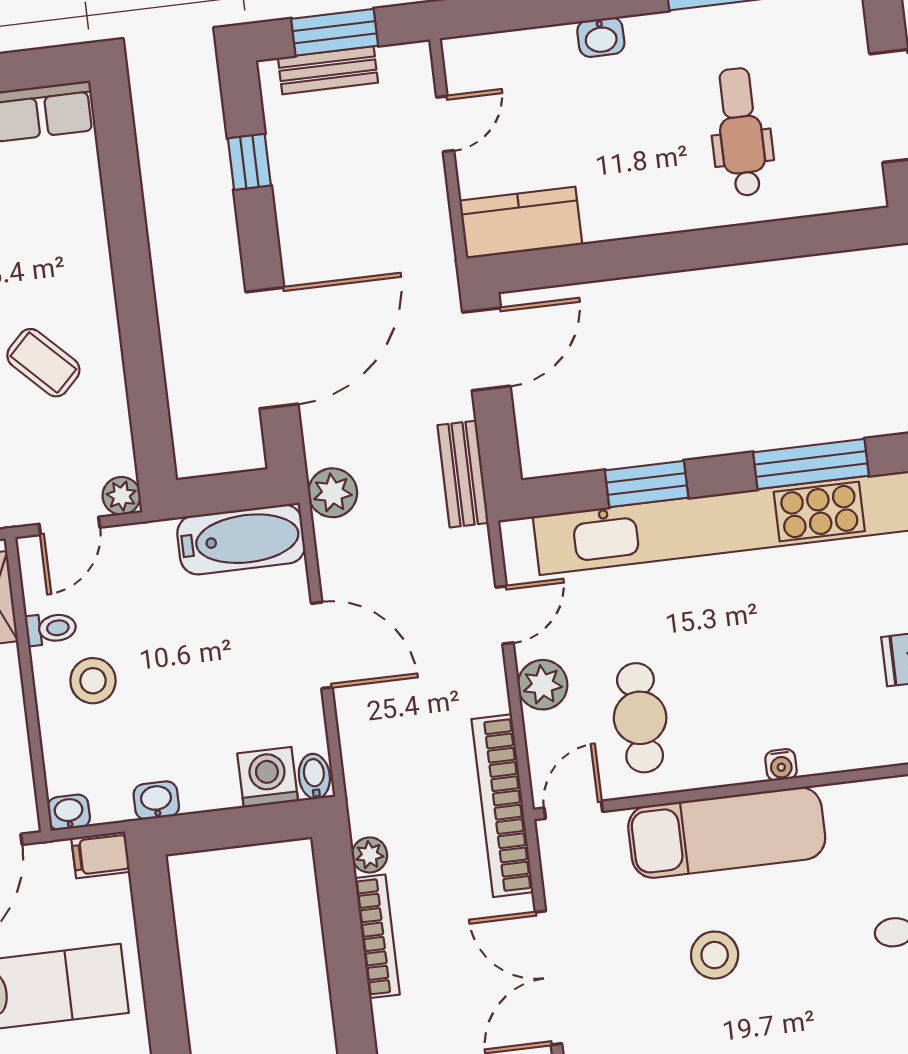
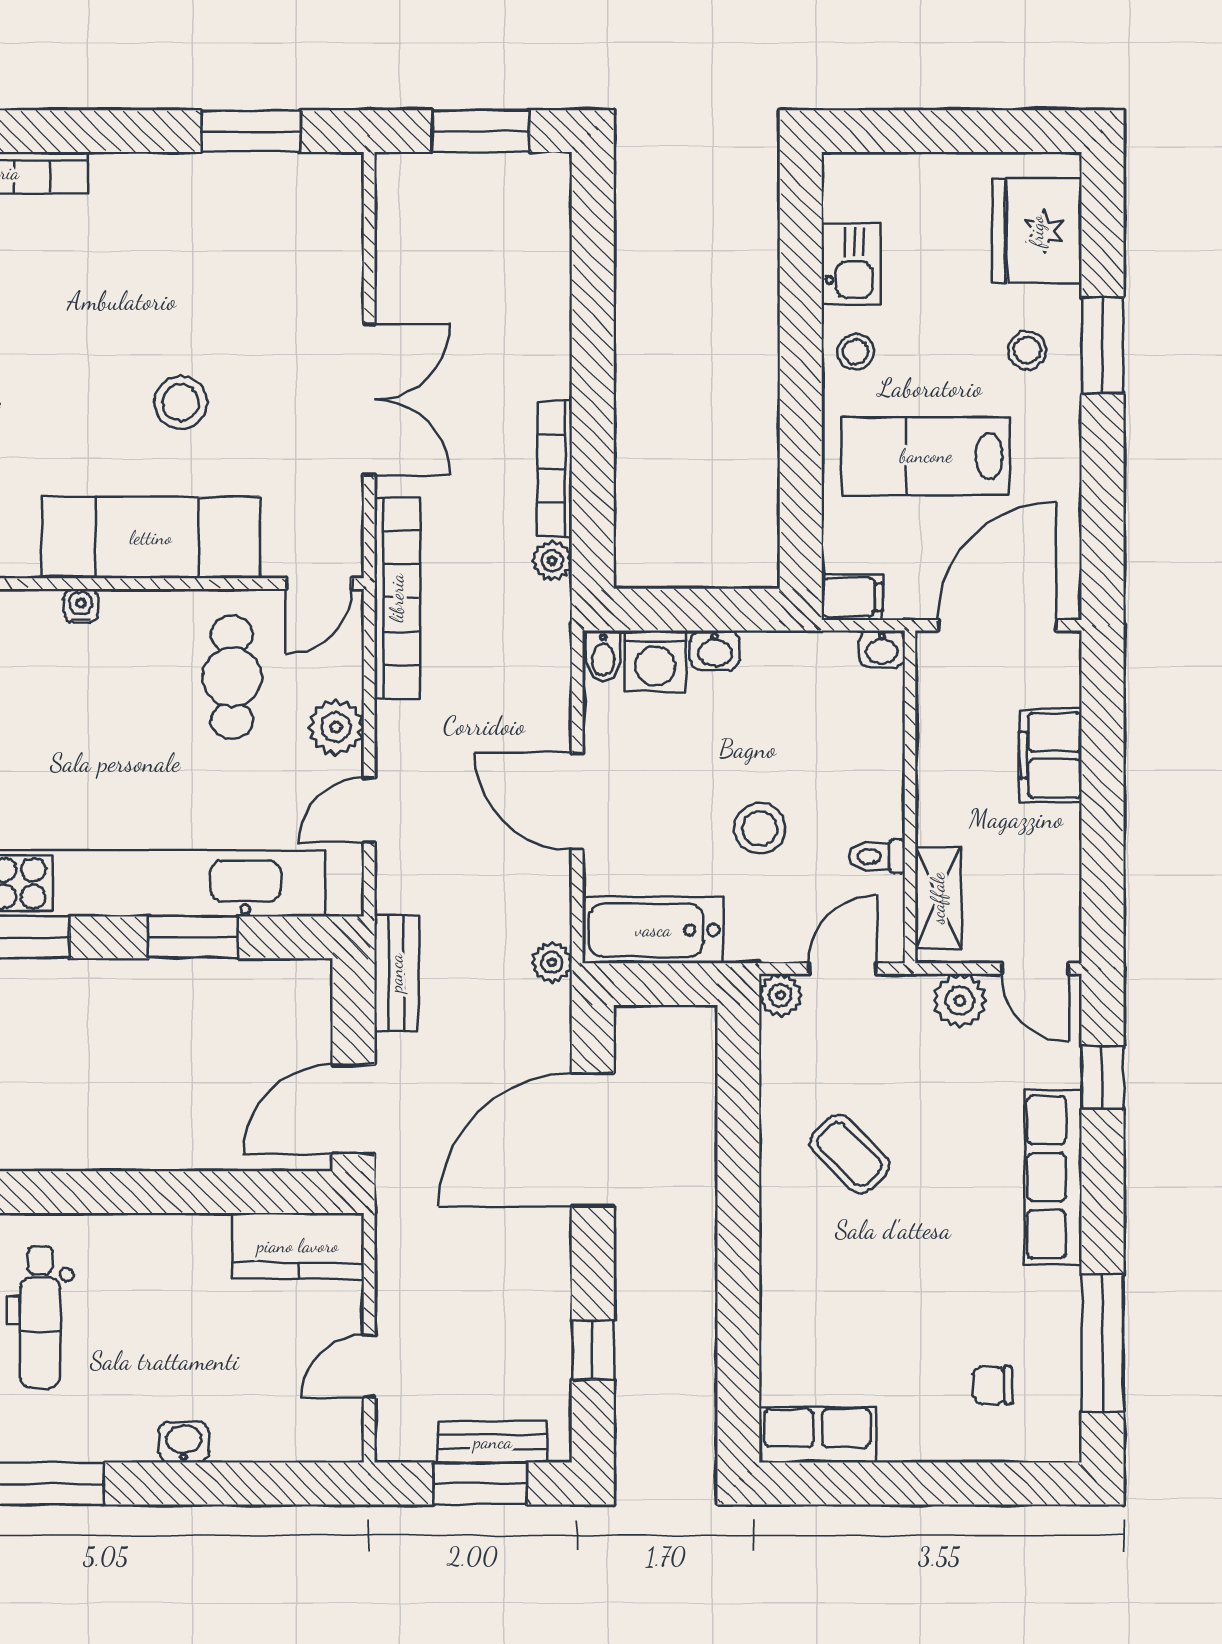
plant: (333, 493) -> (552, 962), width x0.73, depth x0.73
stool: (93, 681) -> (760, 828), moved
washbasin: (156, 800) -> (715, 650), moved

